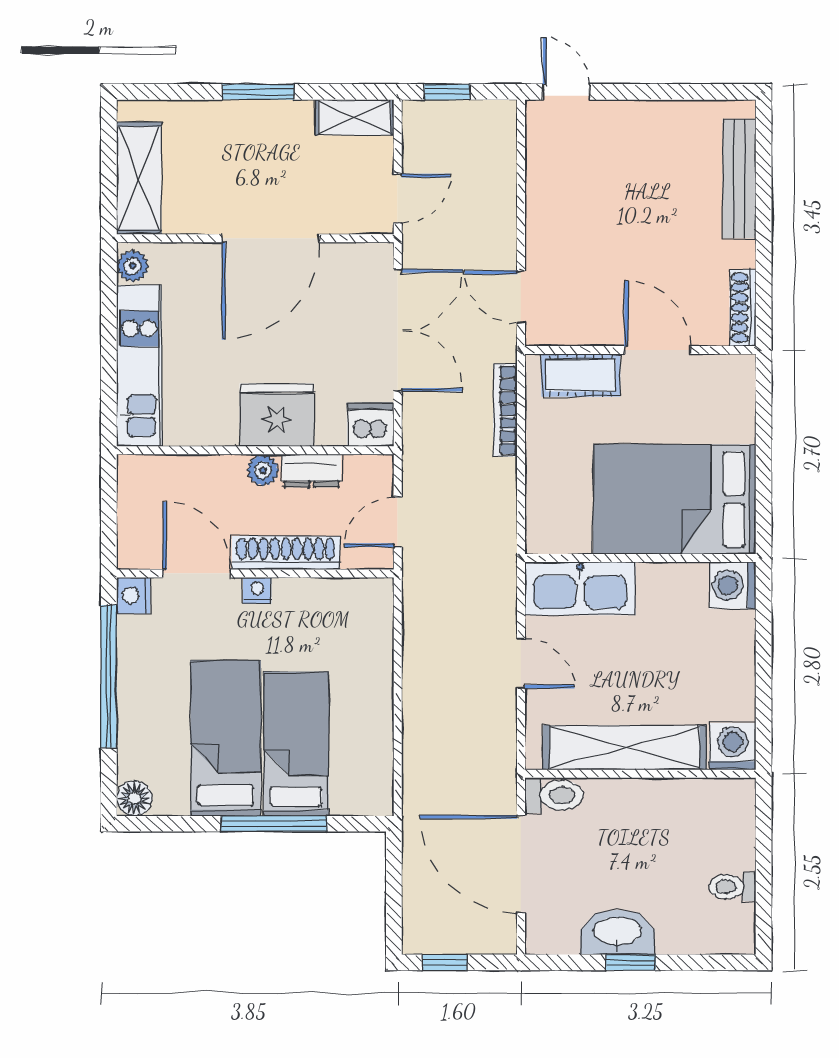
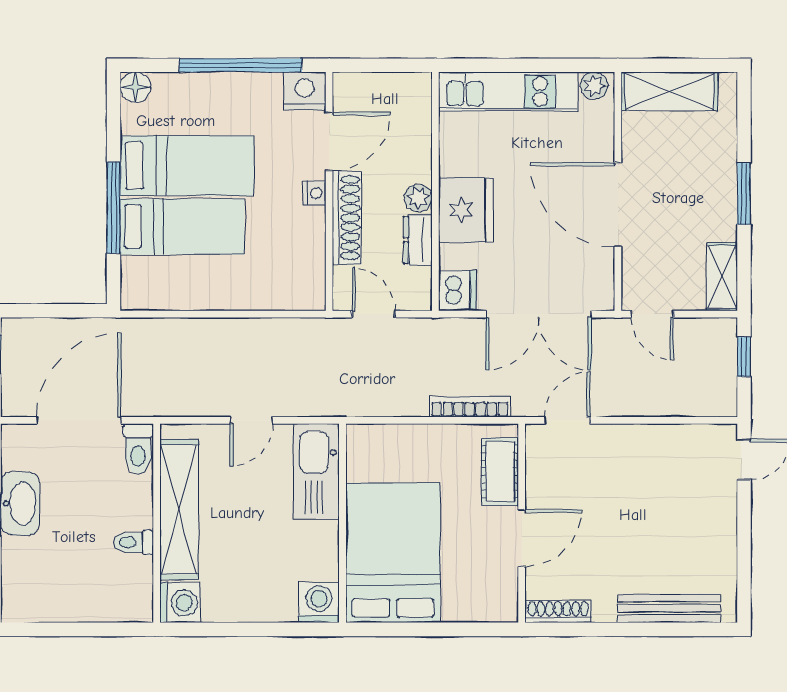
nightstand: (133, 595) -> (305, 91), width x1.36, depth x1.33
toilet: (733, 887) -> (133, 542), moved, turned -90

